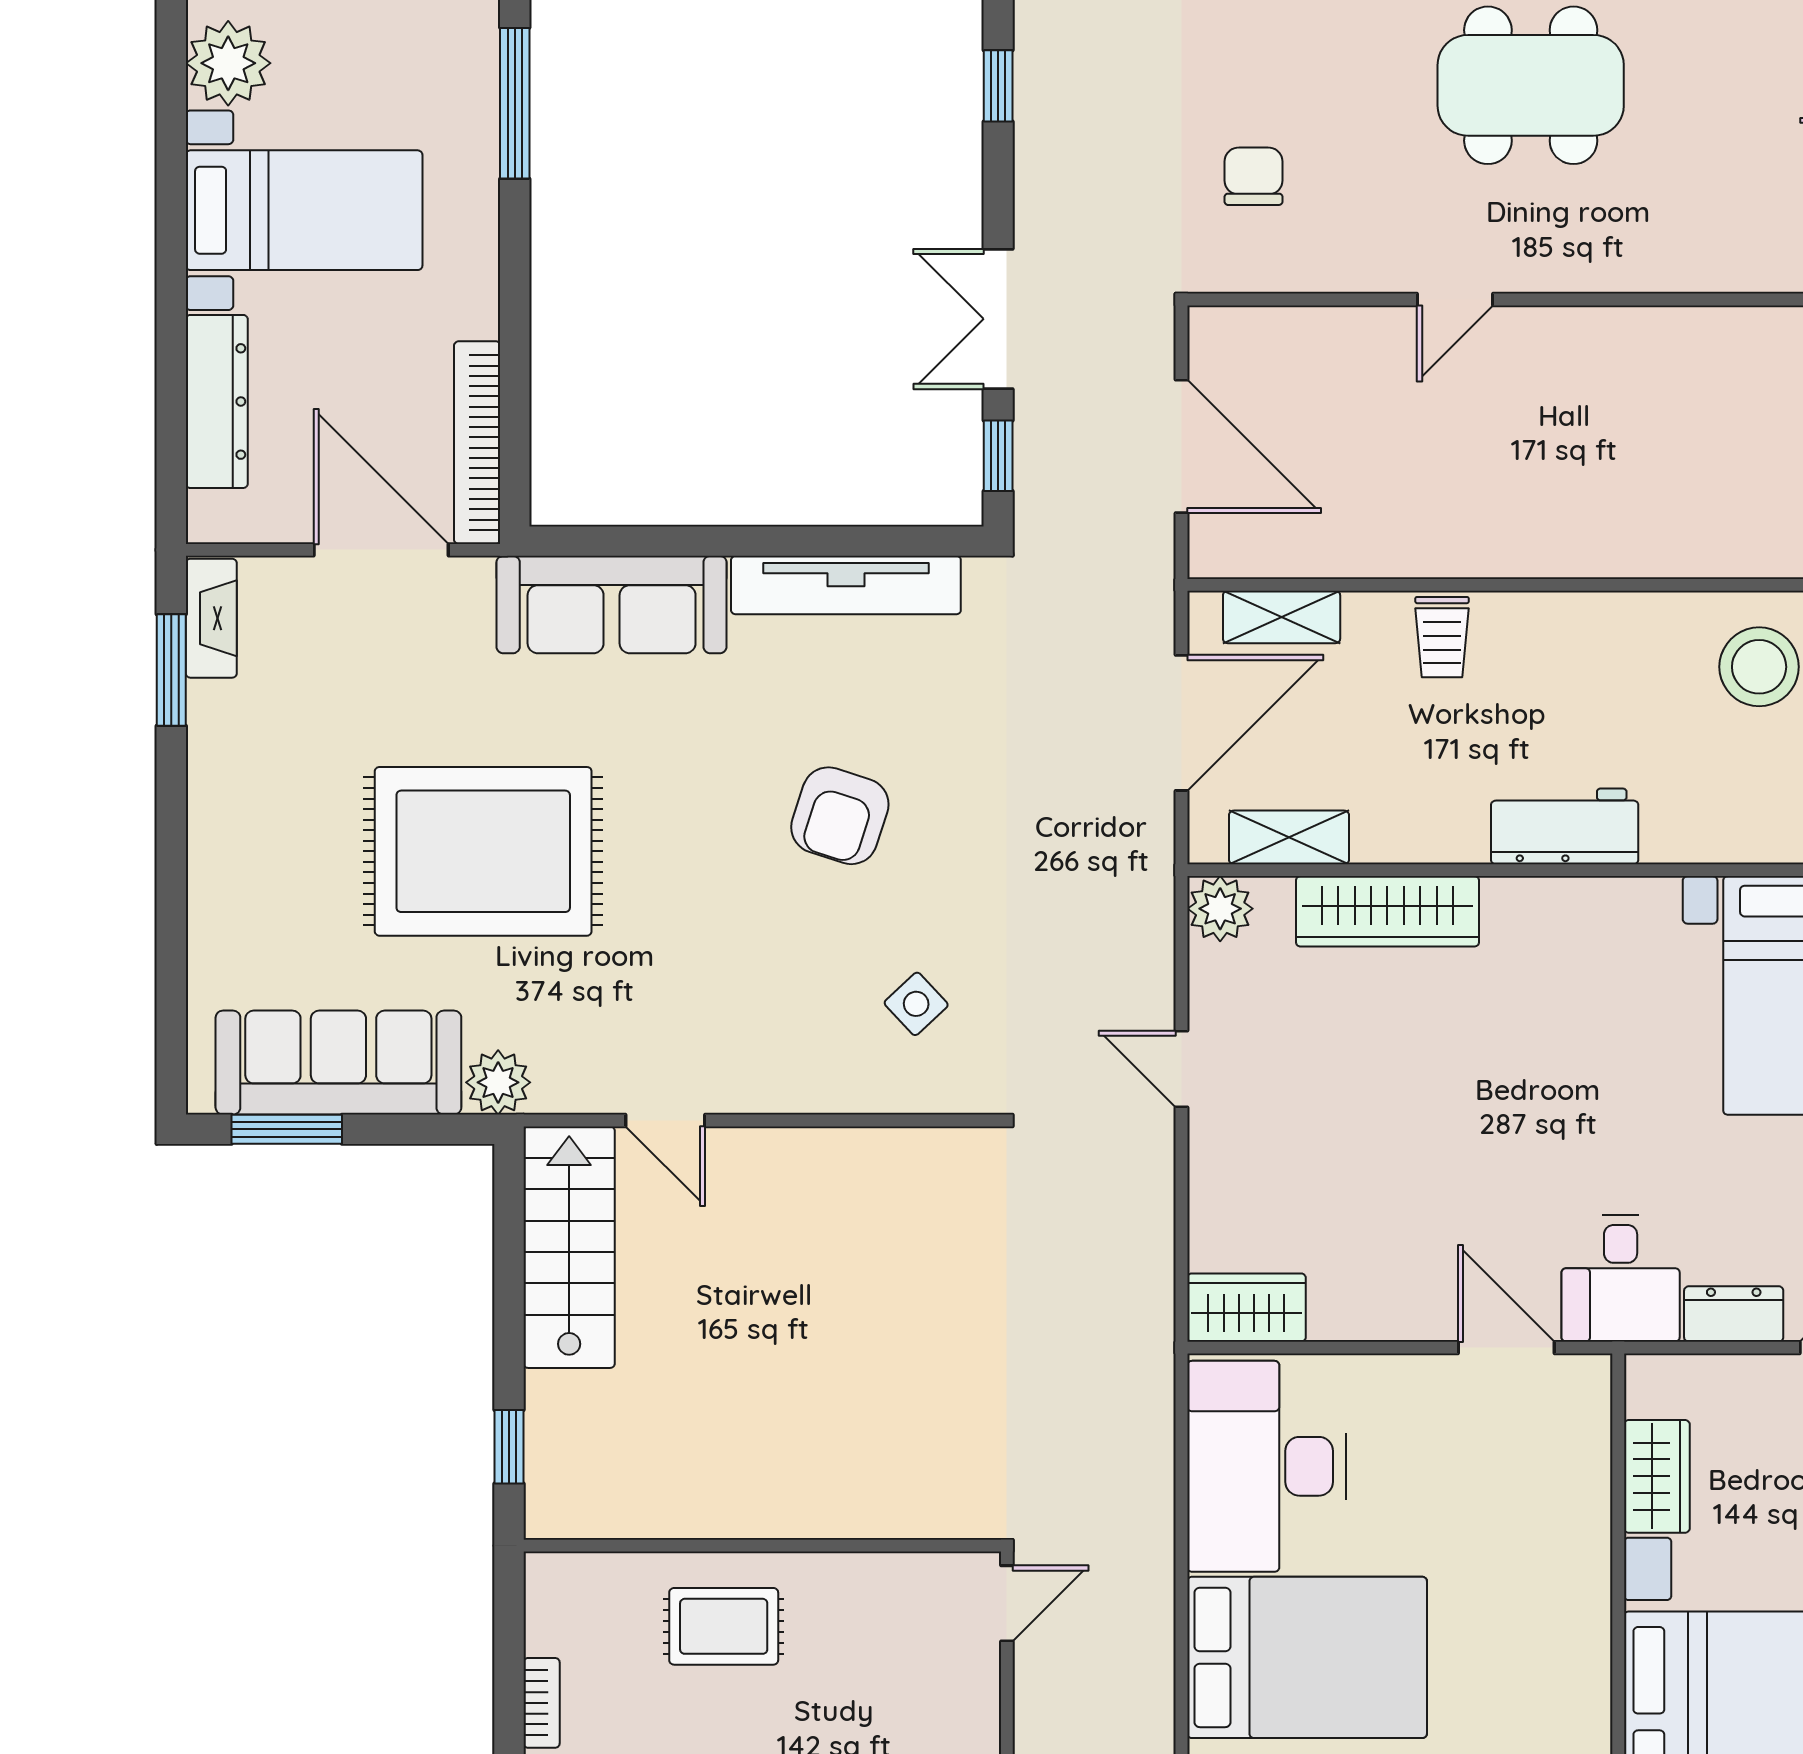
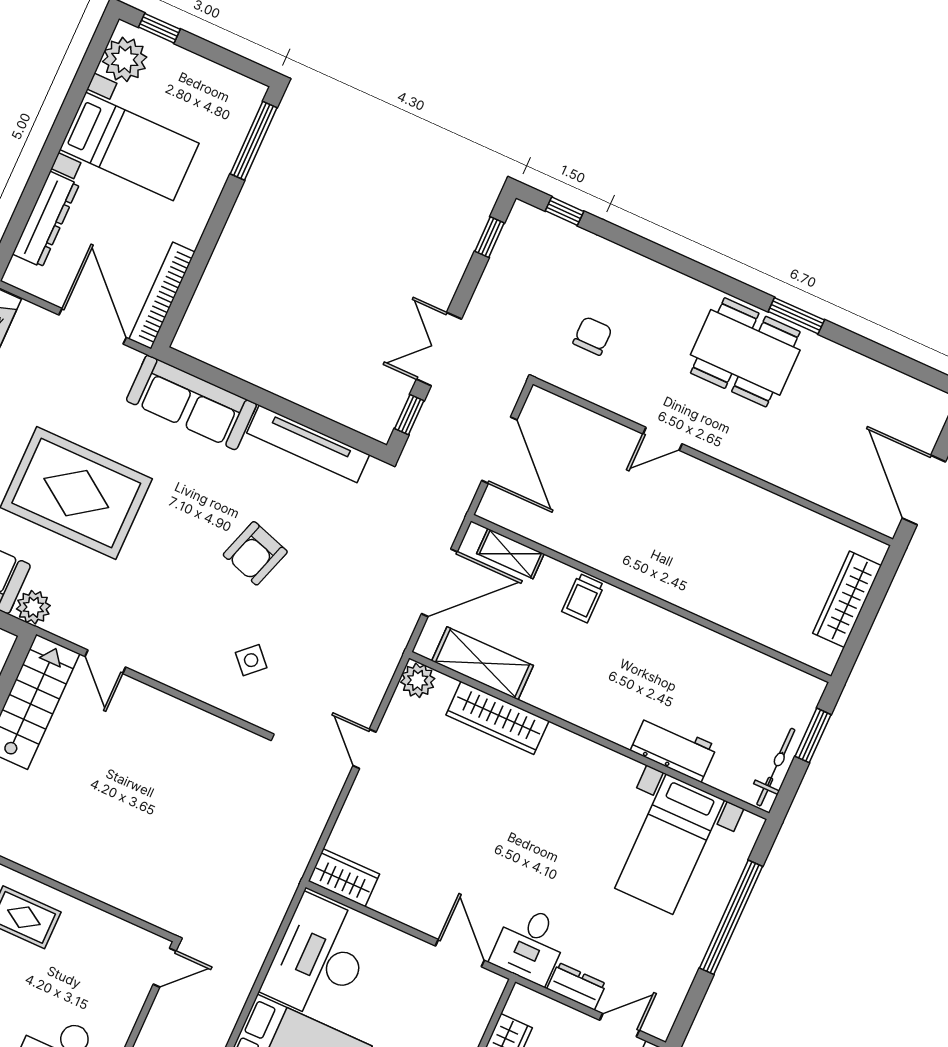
stool: (1759, 667) -> (729, 681), removed
workbench: (1565, 826) -> (674, 748), moved
shelving: (1289, 837) -> (483, 663), width x1.50, depth x1.33

